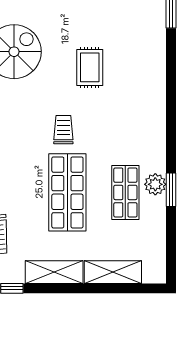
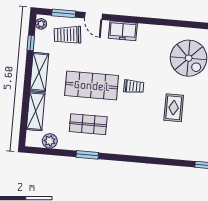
rug: (90, 67) -> (174, 108), turned 90
plant: (155, 184) -> (50, 141), moved

